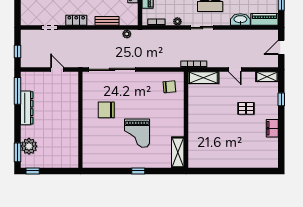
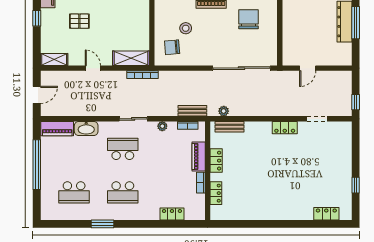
bench: (107, 21) -> (229, 127), moved
bench: (152, 34) -> (192, 111), added
window: (18, 51) -> (356, 102), moved
door: (57, 69) -> (308, 68), hinge flipped
window: (18, 91) -> (356, 23), moved
window: (281, 99) -> (37, 18), moved
stool: (158, 102) -> (186, 28), added
chair: (106, 110) -> (248, 19), turned -90

